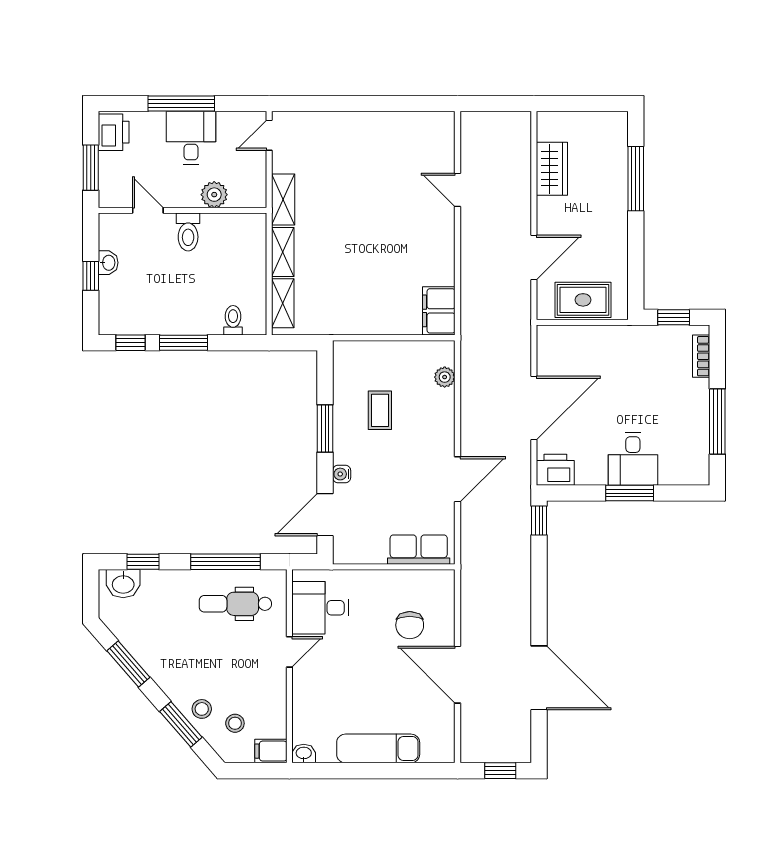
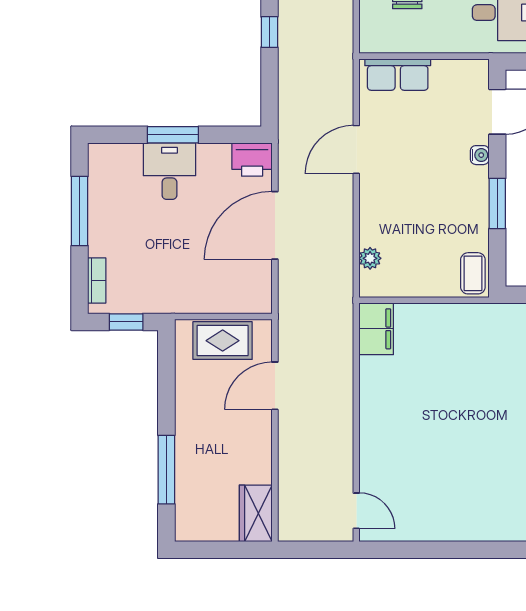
wardrobe: (552, 169) -> (256, 513), moved
door: (458, 190) -> (356, 511), moved
coffee table: (380, 410) -> (473, 273), moved
window: (539, 521) -> (269, 32), moved

